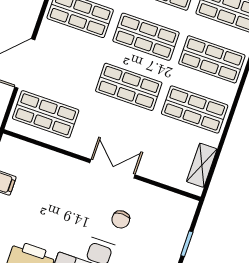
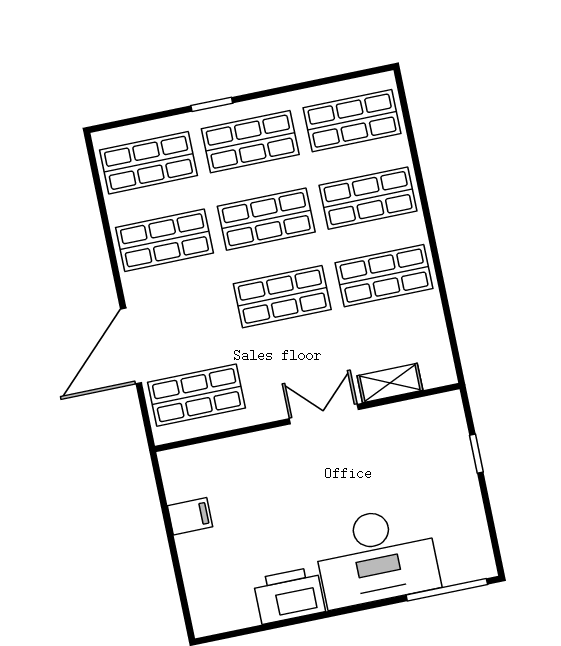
shelving: (202, 165) -> (390, 383), moved, turned 90
chair: (121, 219) -> (373, 473), removed

